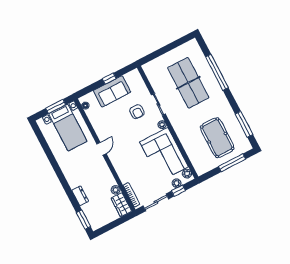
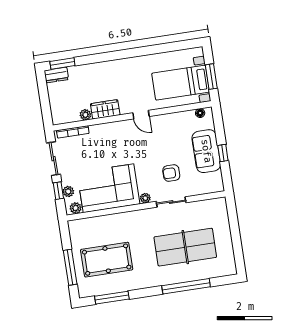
dresser: (80, 196) -> (56, 75), moved
wardrobe: (121, 205) -> (105, 109), moved

